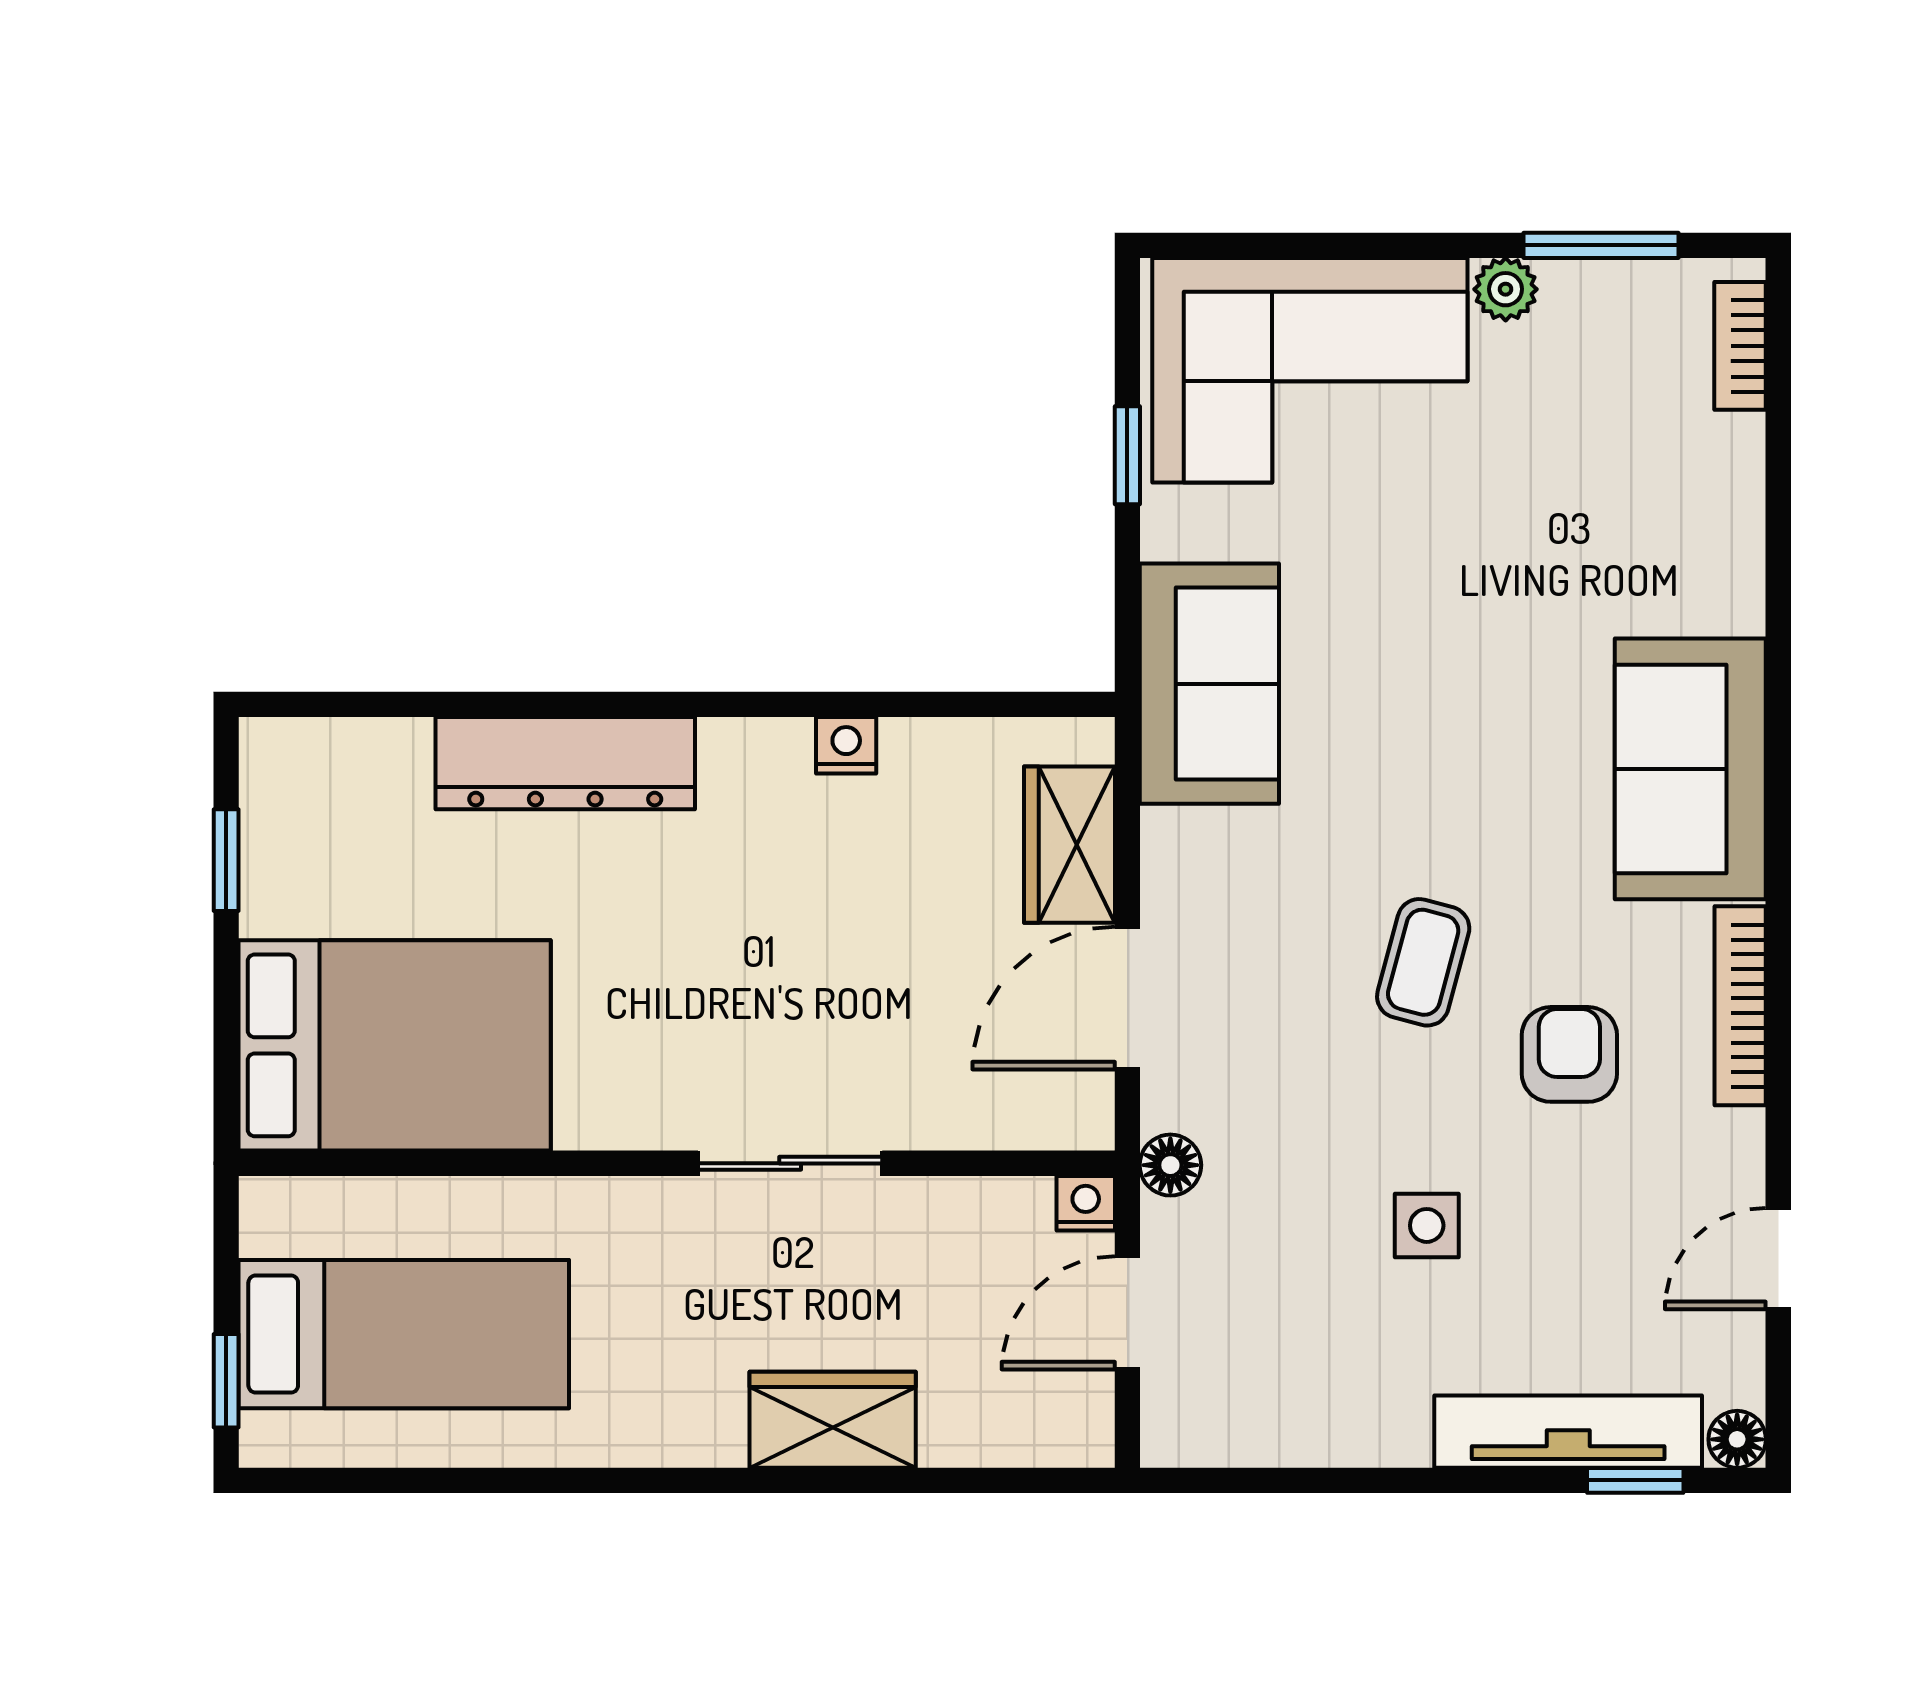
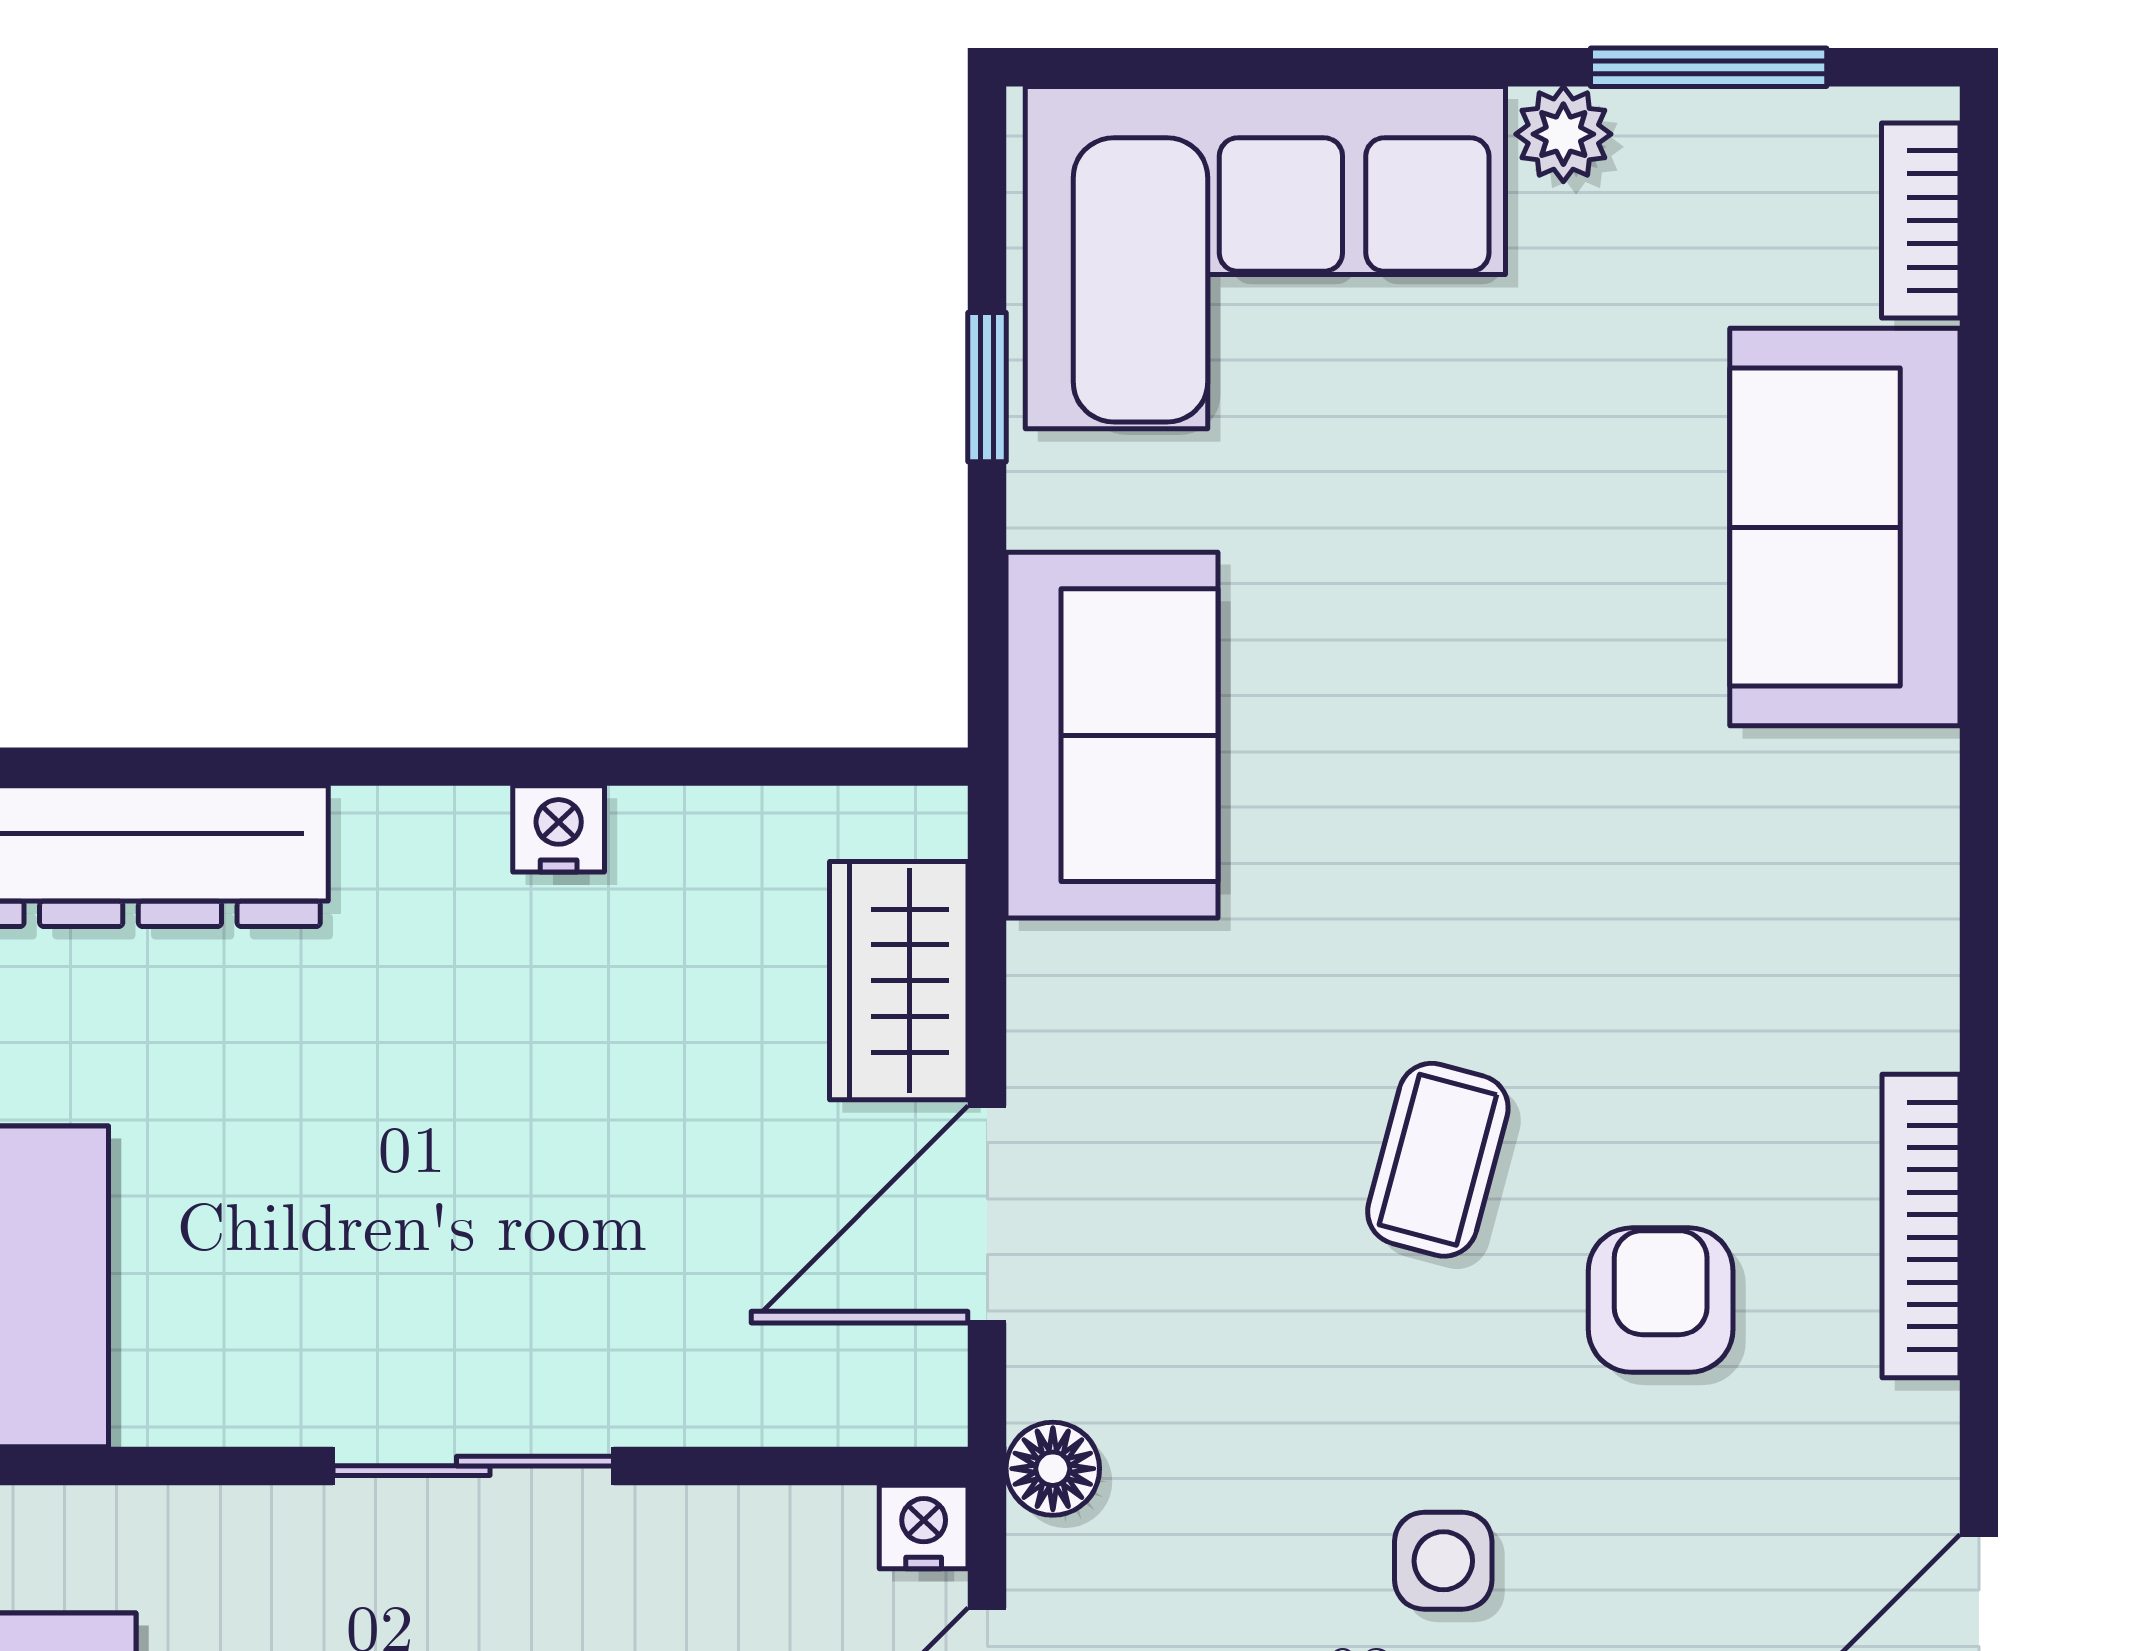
sofa: (1690, 769) -> (1845, 527), moved

